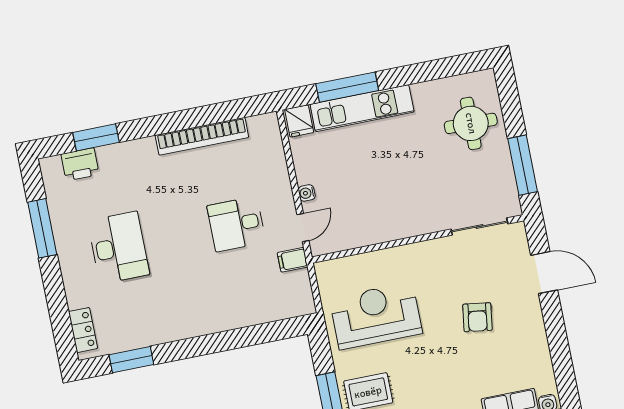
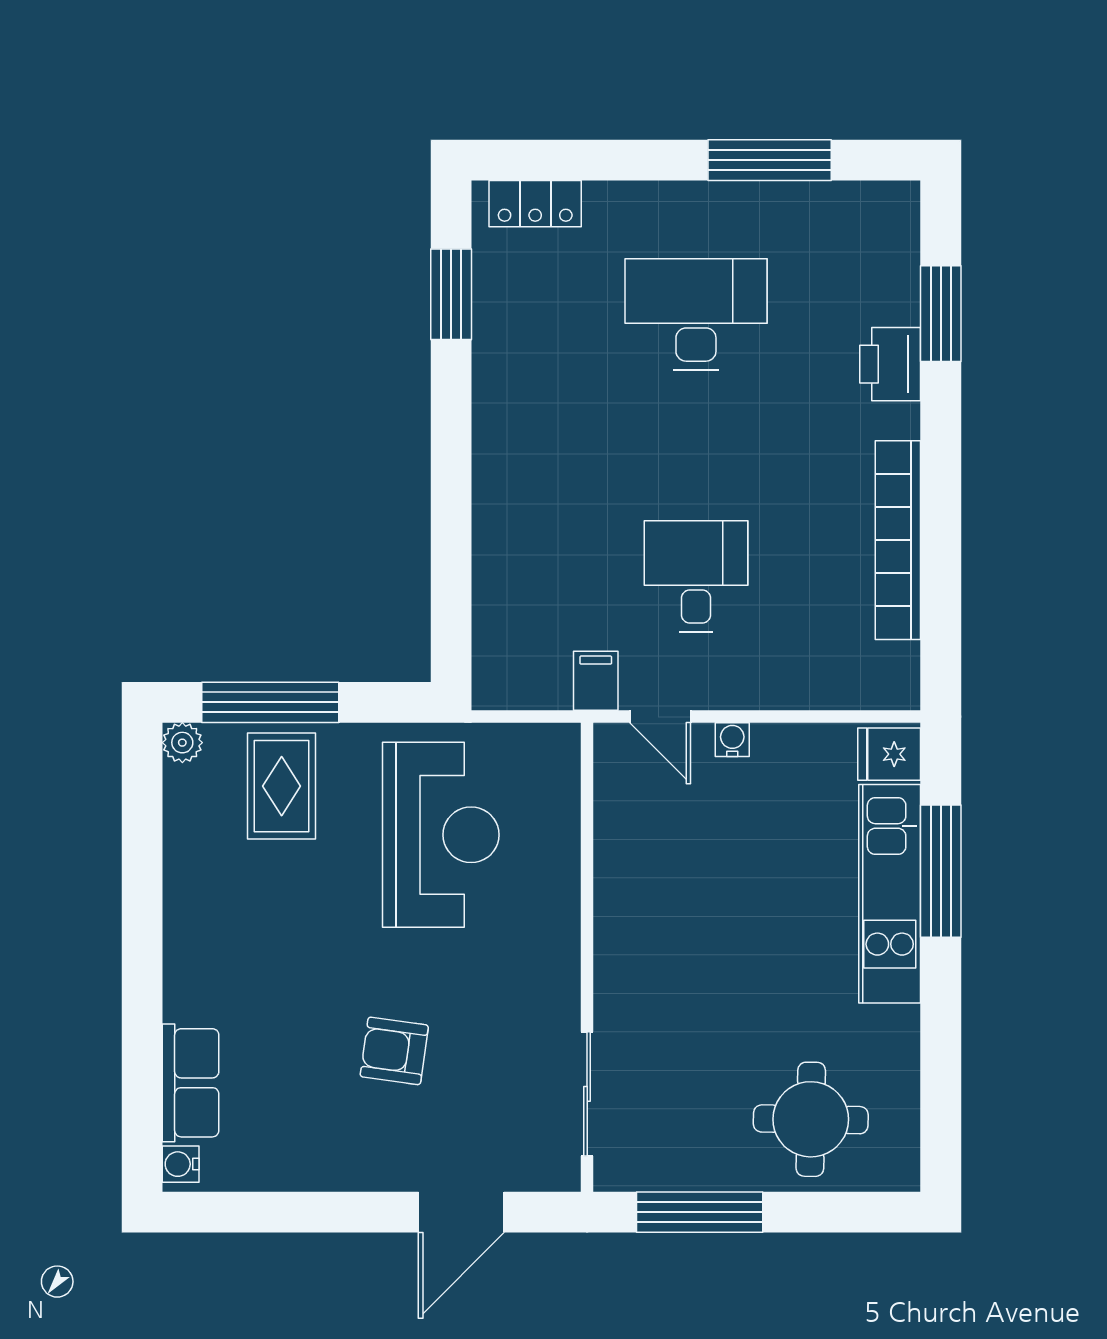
printer: (80, 164) -> (890, 364), moved
desk: (118, 248) -> (696, 314), turned 180

